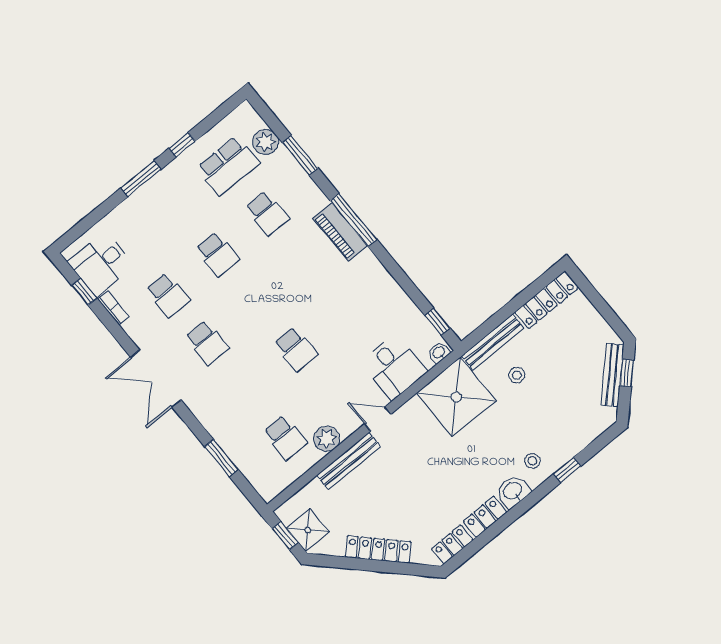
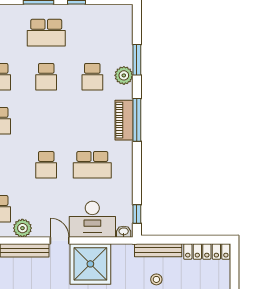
plant: (266, 142) -> (124, 75), moved
school desk: (228, 166) -> (46, 33), moved
school desk: (346, 308) -> (92, 165), added
desk: (394, 367) -> (92, 219), width x1.37
shower: (456, 397) -> (90, 264), moved

